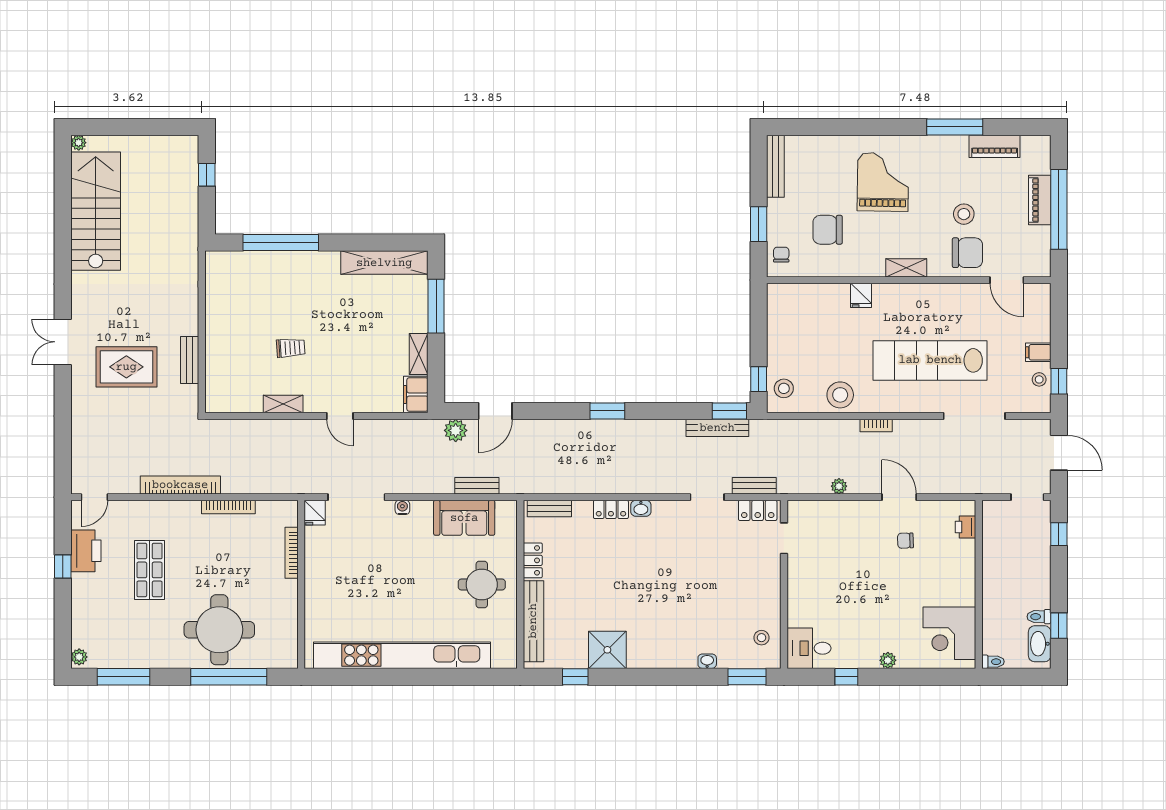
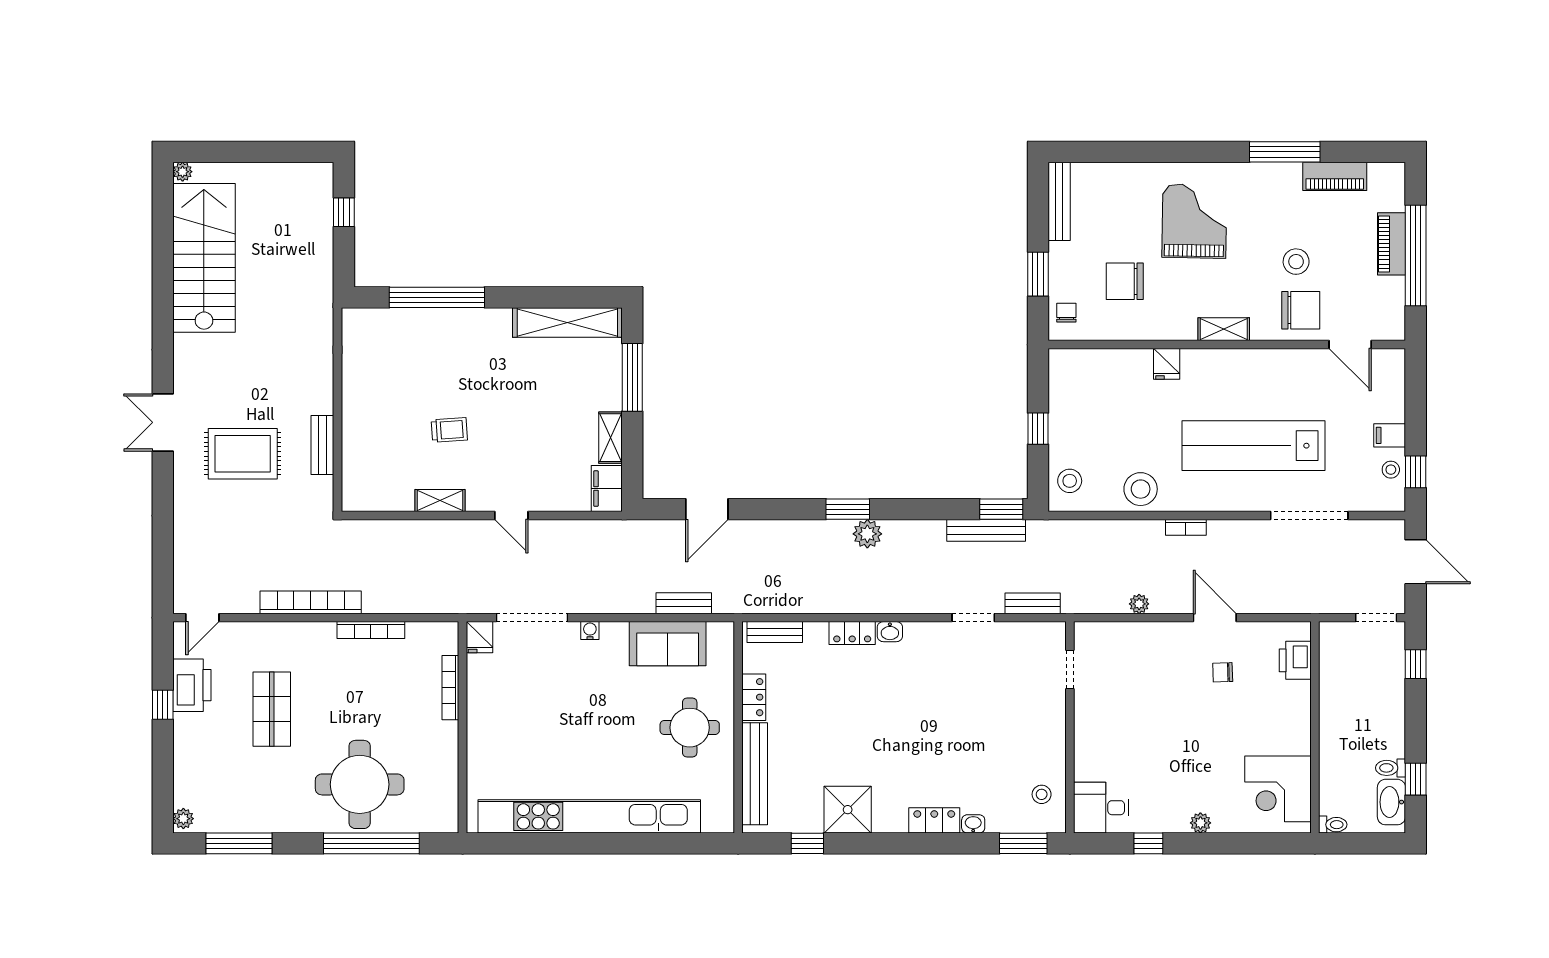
window: (759, 379) -> (1038, 429), moved
plant: (456, 430) -> (867, 534), moved
locker: (758, 510) -> (934, 820), moved, turned 180
printer: (966, 527) -> (1295, 660), width x1.36, depth x1.24

